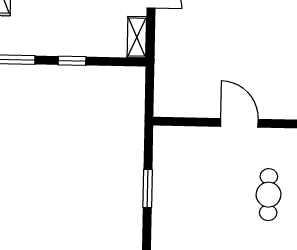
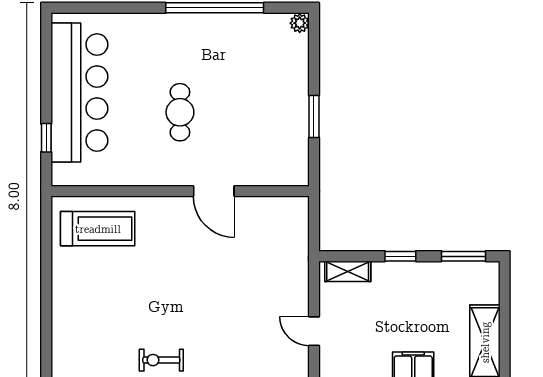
shelving: (137, 37) -> (348, 271), moved, turned 90

